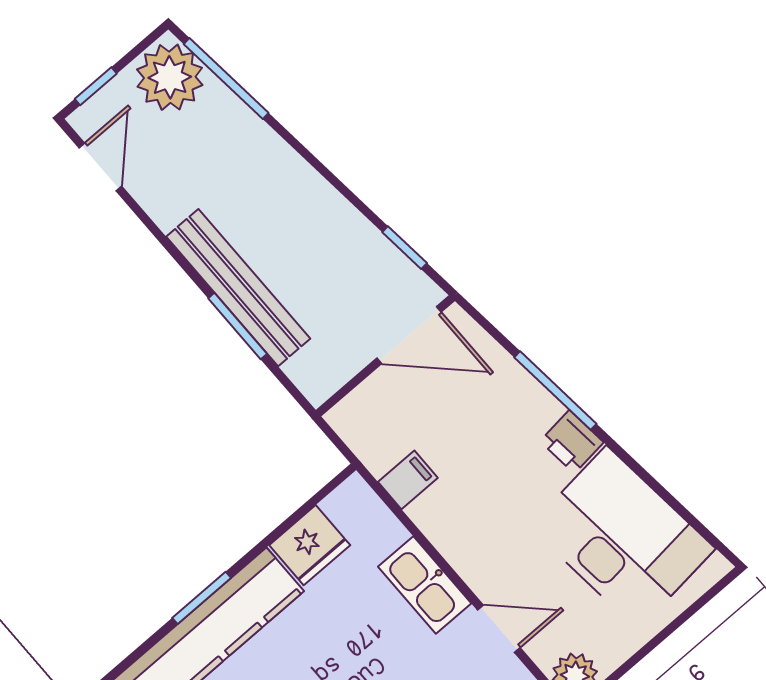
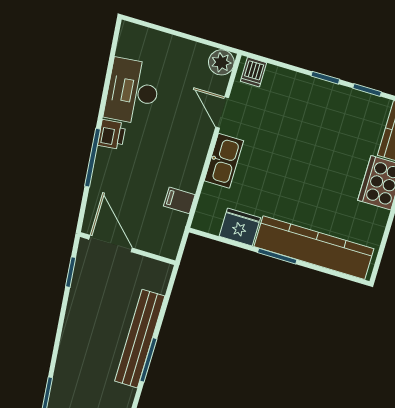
window: (238, 326) -> (148, 360), moved
desk: (622, 538) -> (133, 91), width x0.73, depth x0.77
window: (202, 598) -> (277, 256), moved

